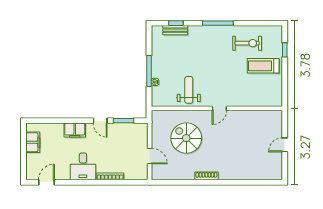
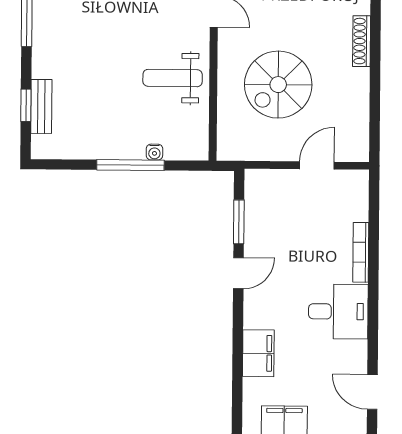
filing cabinet: (75, 130) -> (258, 353), moved

